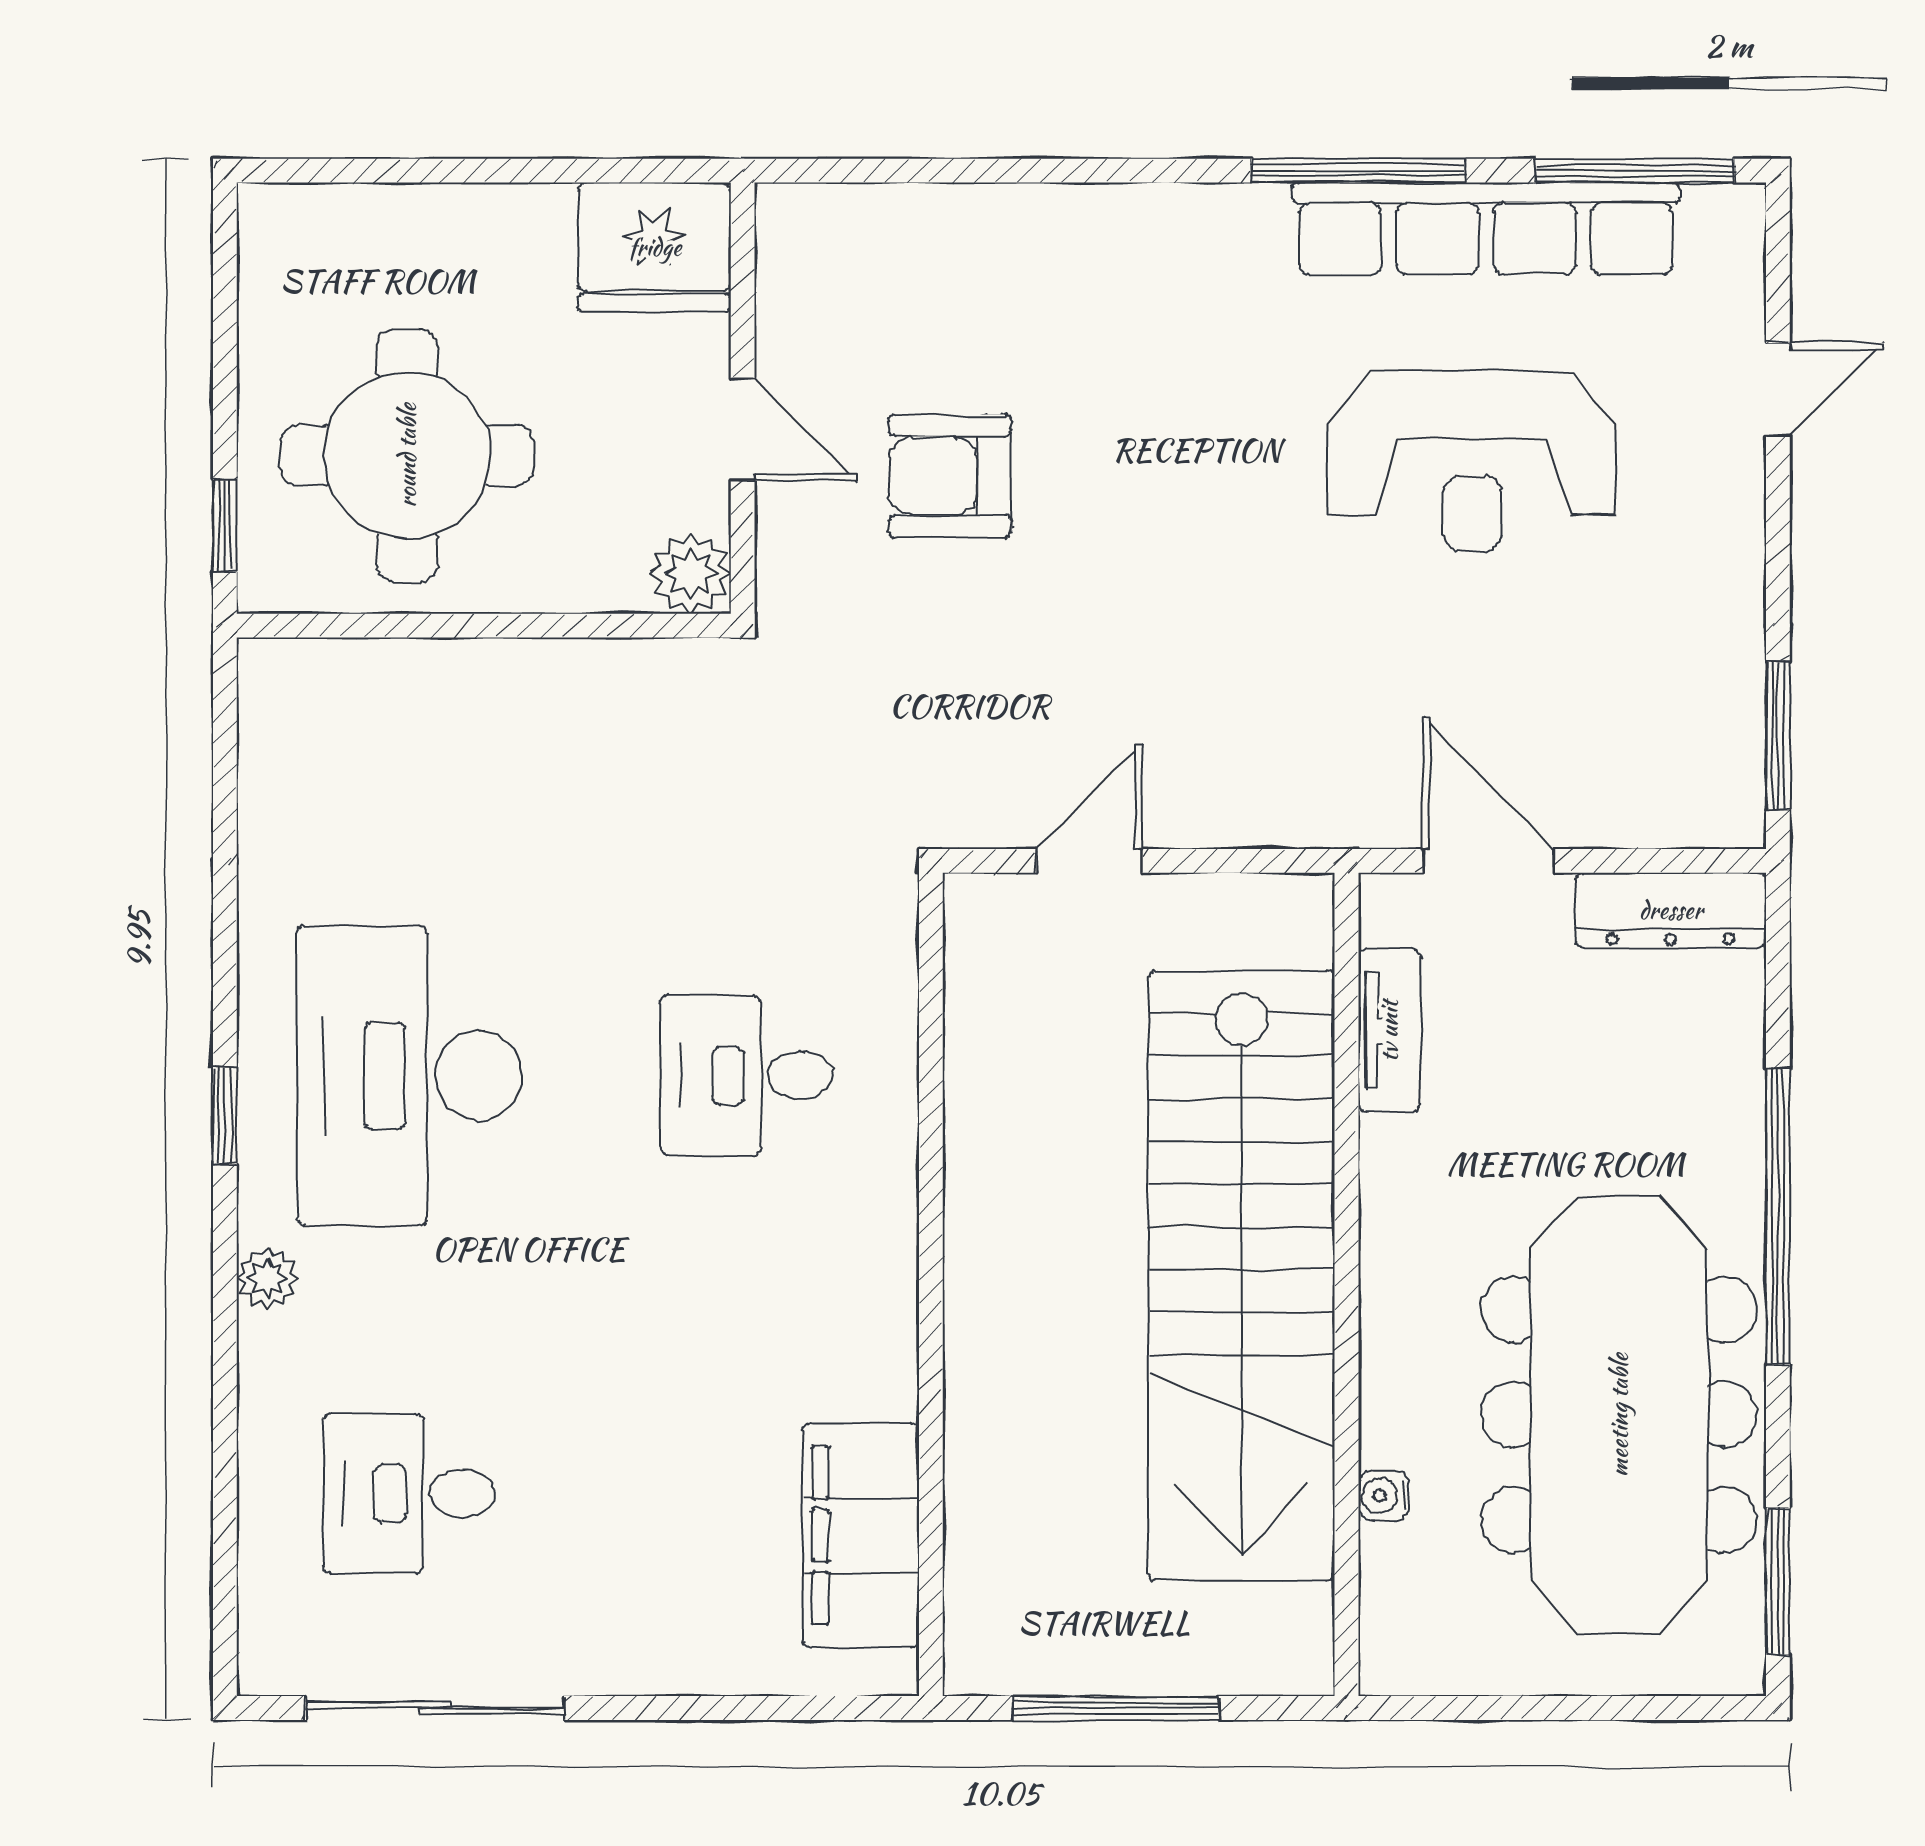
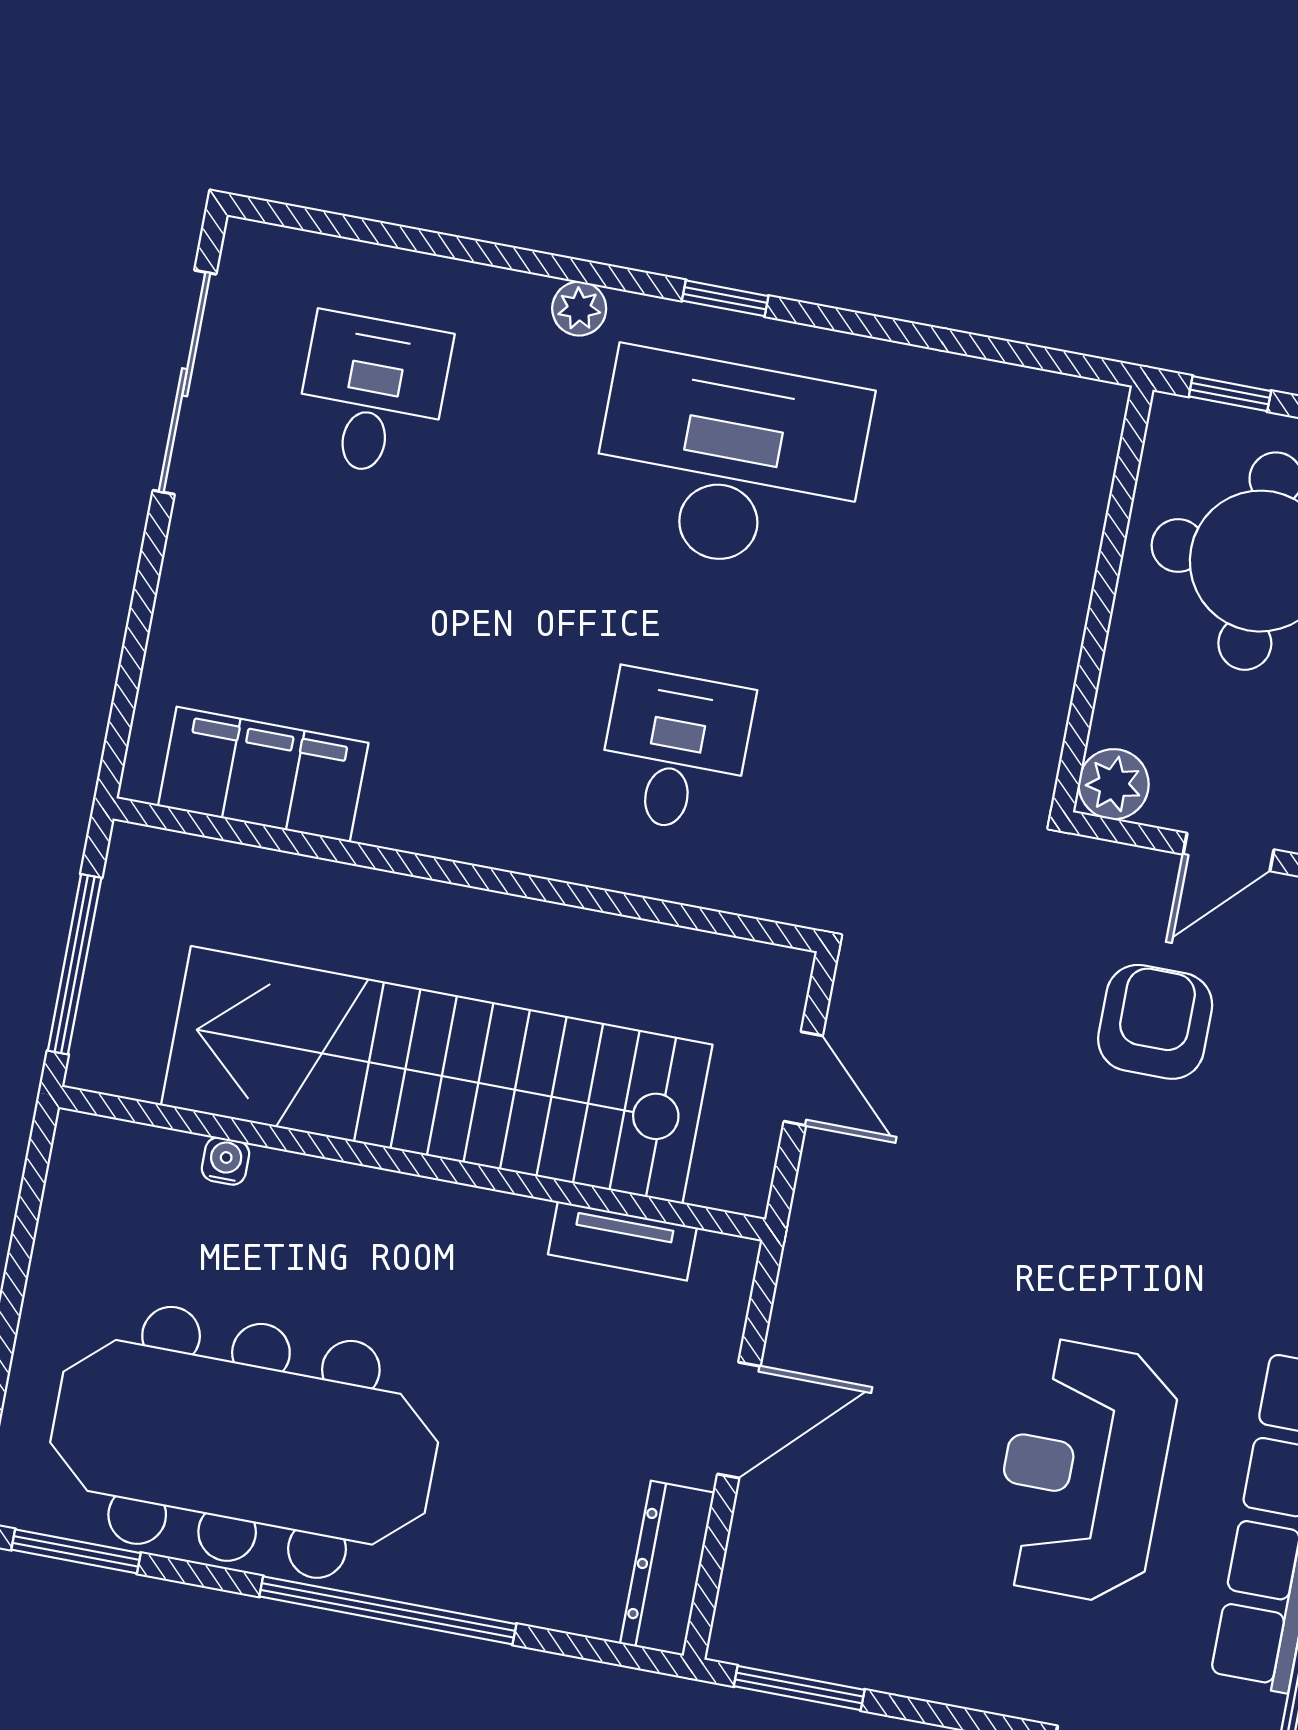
tv unit: (1389, 1031) -> (622, 1241), moved
stairs: (1242, 1276) -> (437, 1075), moved
wall: (1346, 1284) -> (412, 1163), moved
water cooler: (1384, 1496) -> (226, 1161), moved

